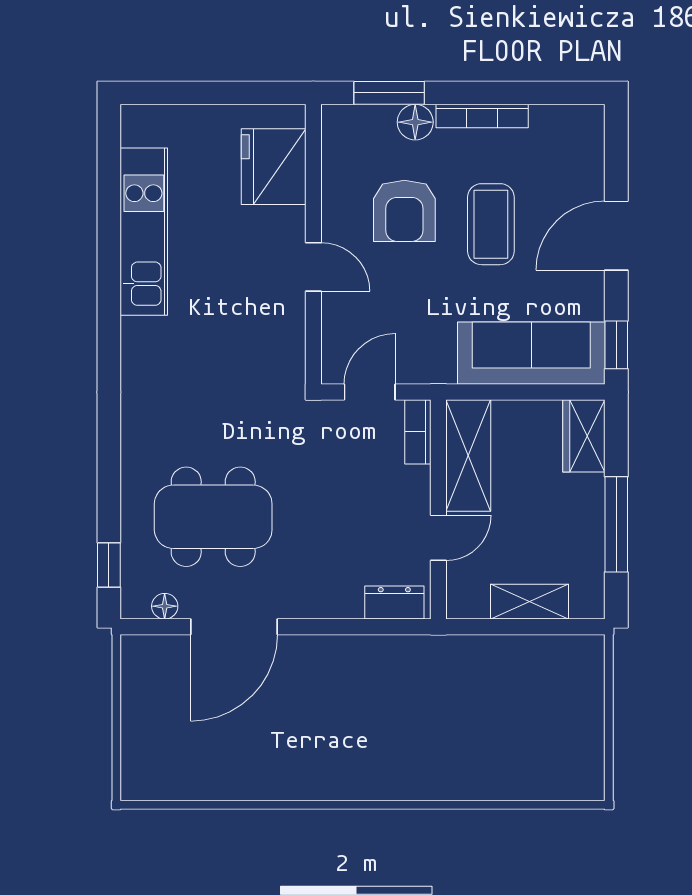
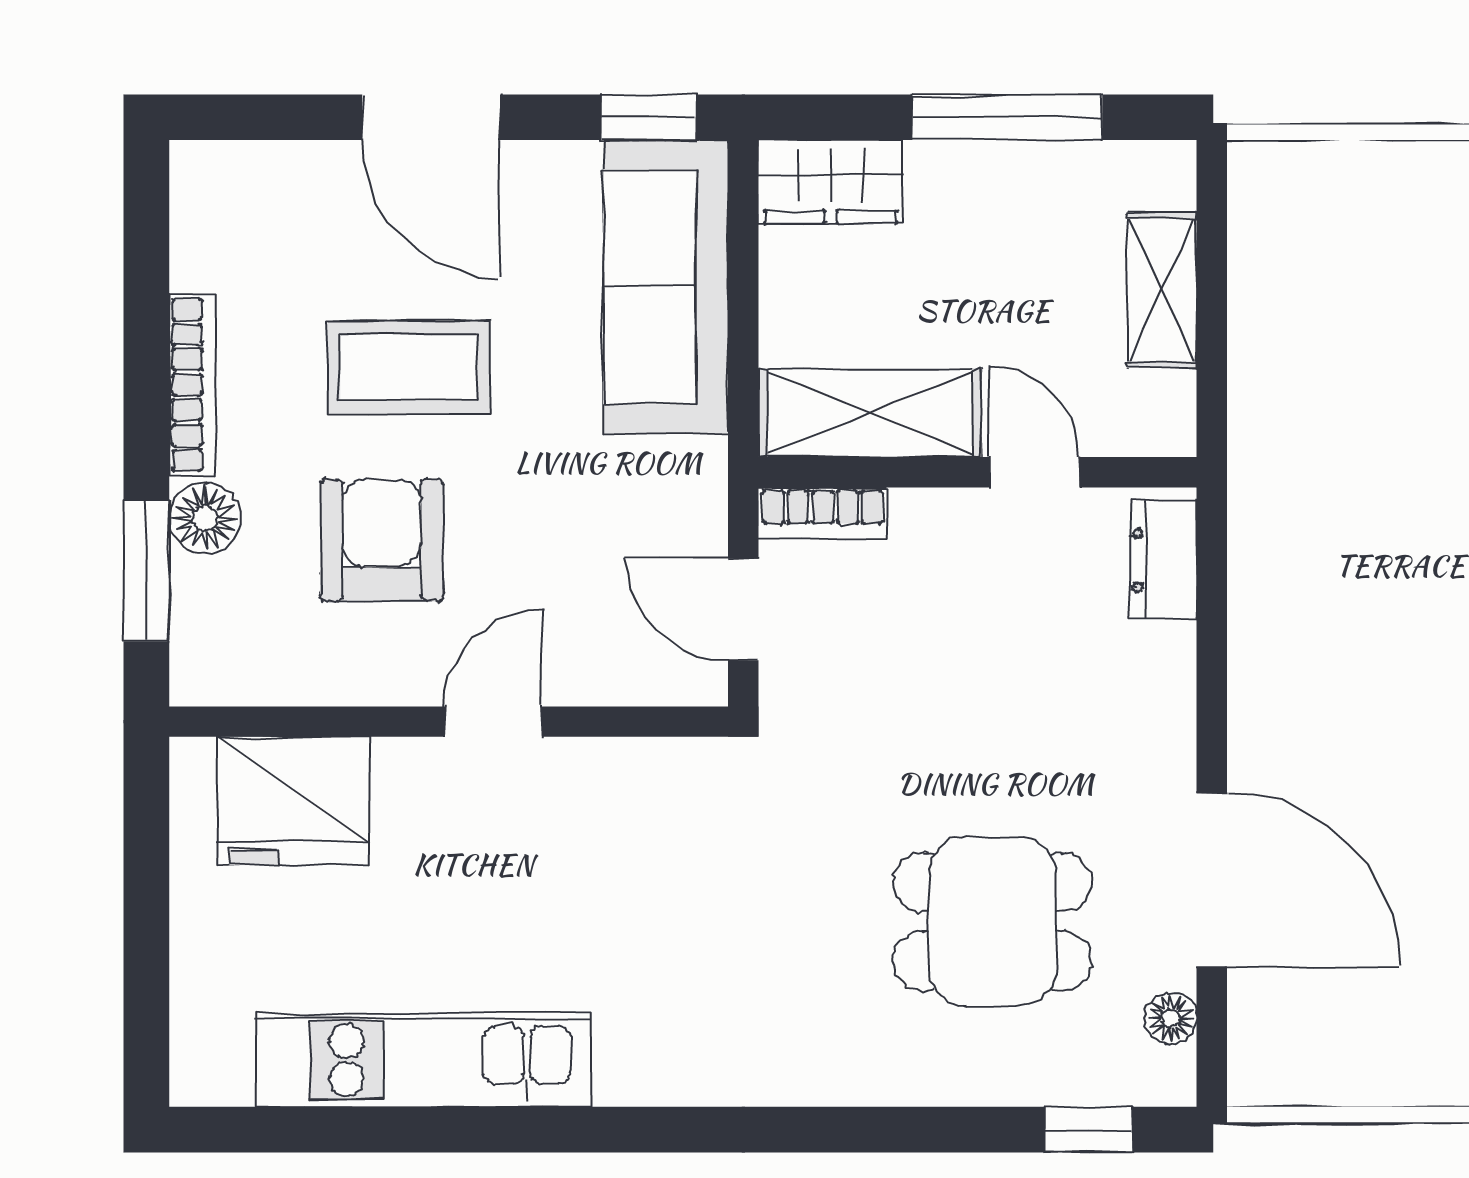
armchair: (404, 211) -> (382, 540), turned -90
dining table: (213, 517) -> (992, 921), width x0.73

